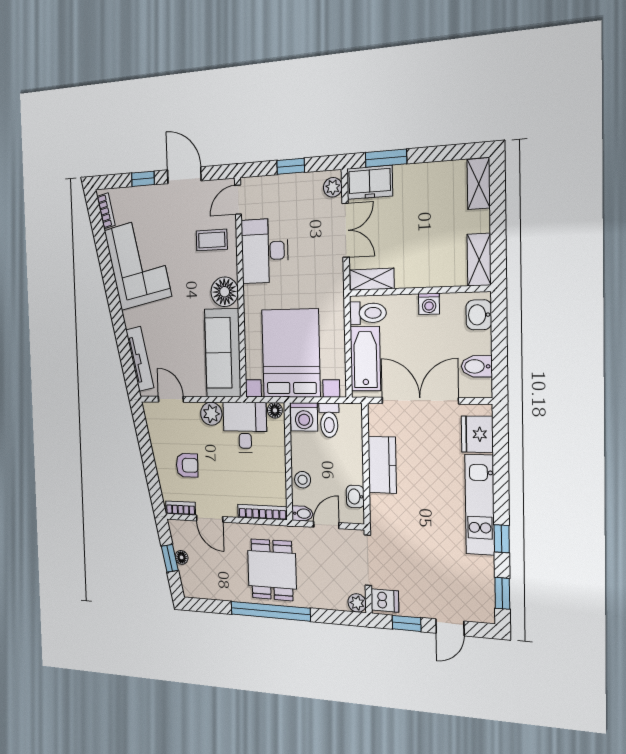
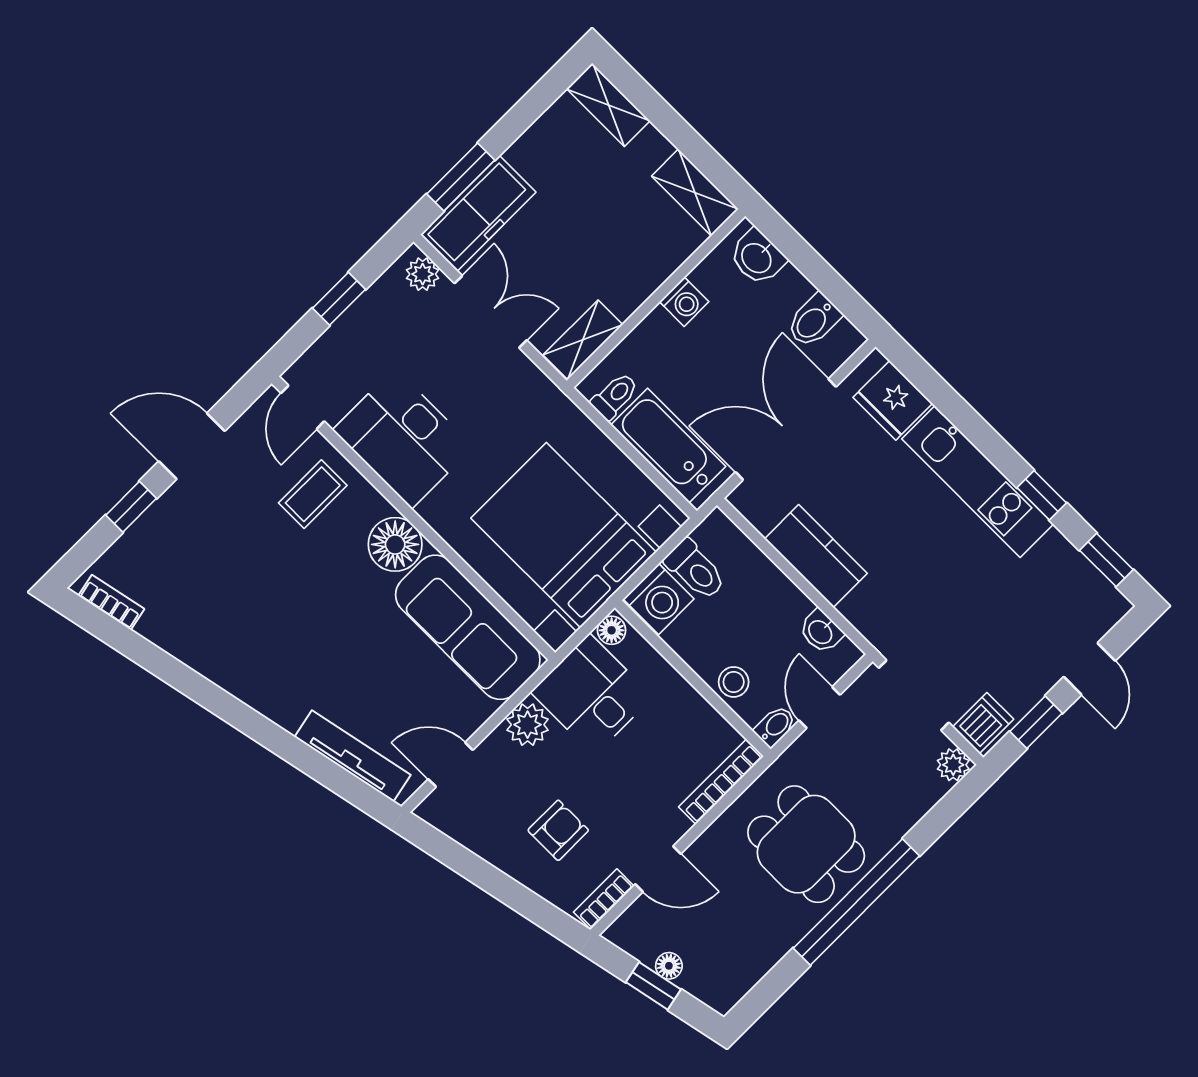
freezer: (370, 182) -> (478, 213), width x1.40
corner sofa: (138, 263) -> (228, 628), removed
toilet: (368, 313) -> (615, 396), width x0.73, depth x0.72

